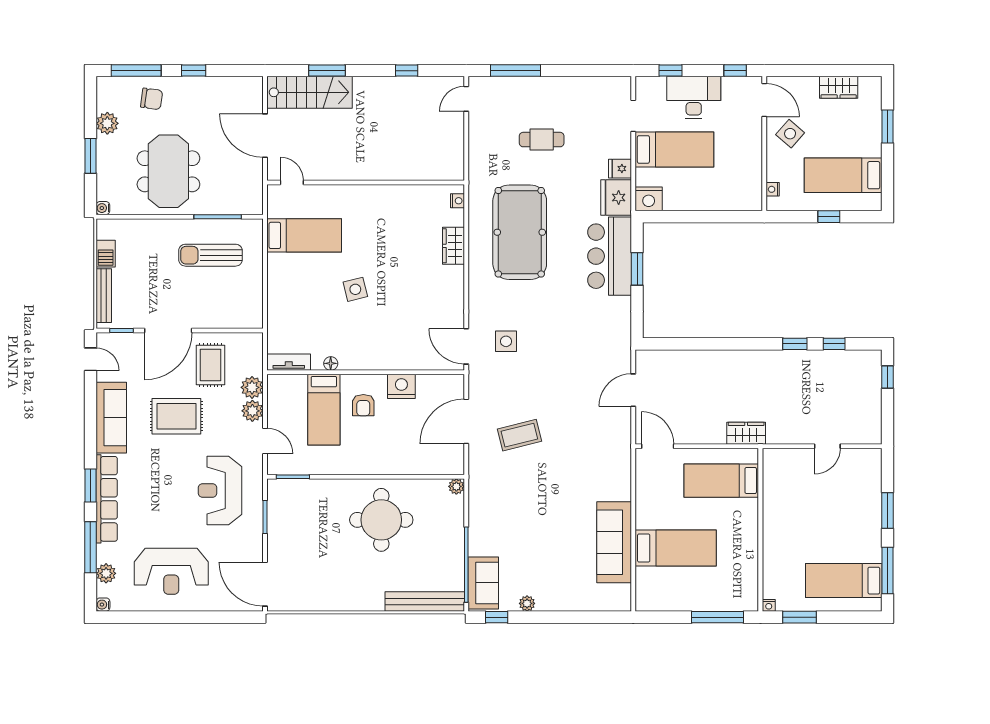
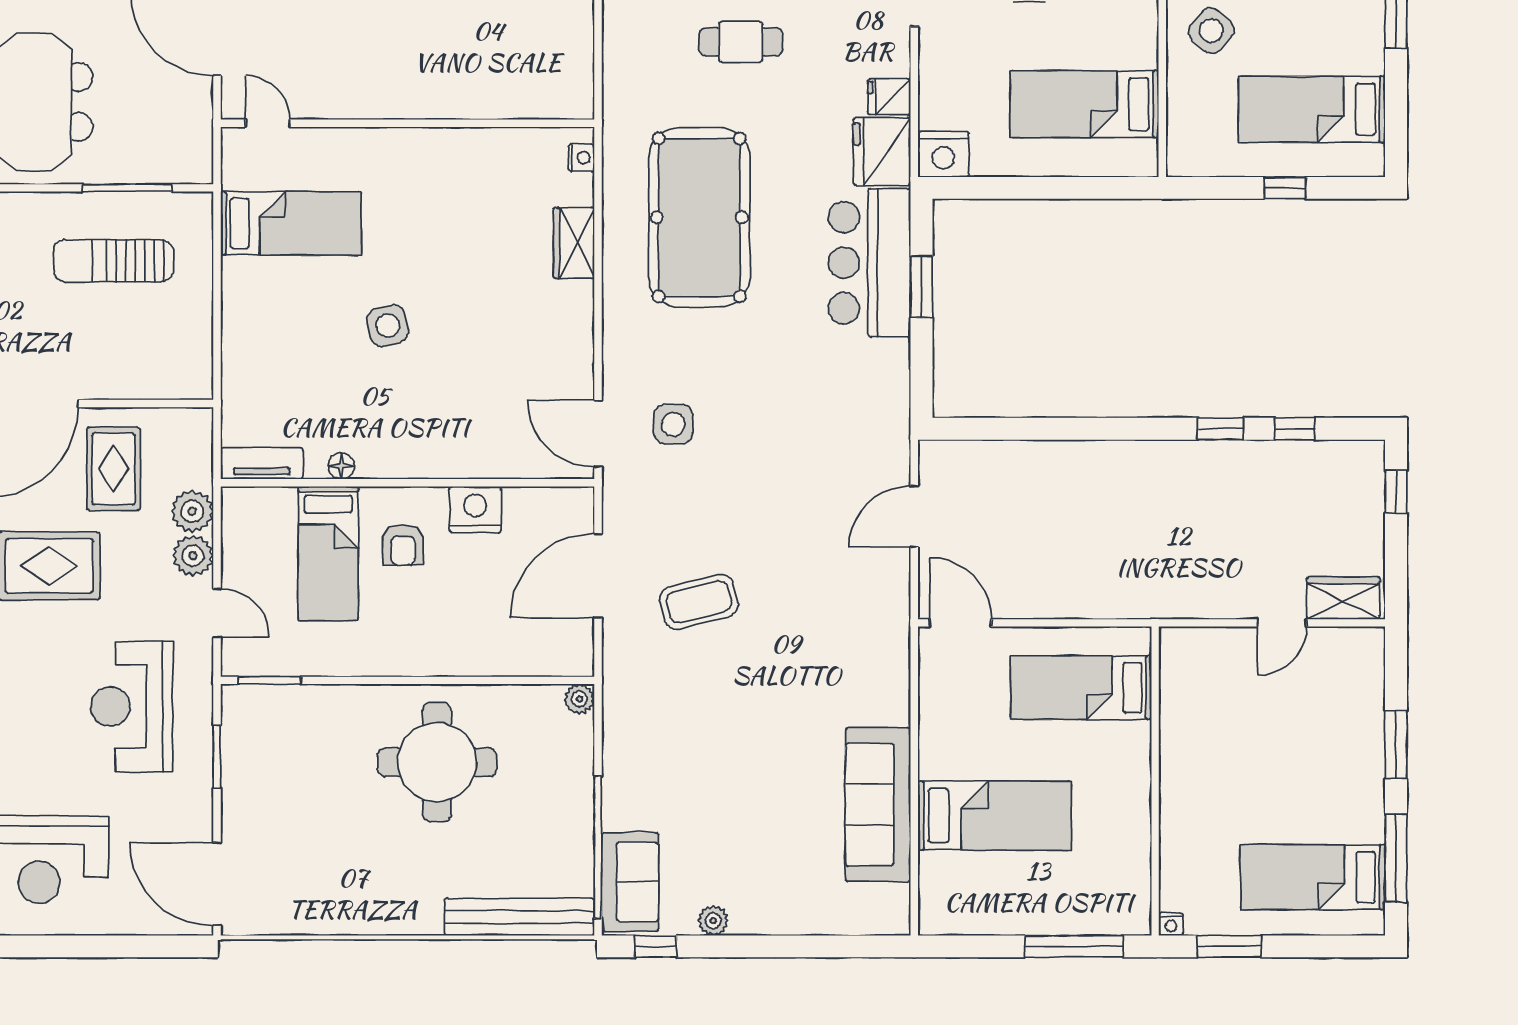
bed: (674, 149) -> (1084, 104), moved, turned 180
nightstand: (773, 189) -> (1178, 136), removed
wardrobe: (746, 433) -> (1343, 598), moved

